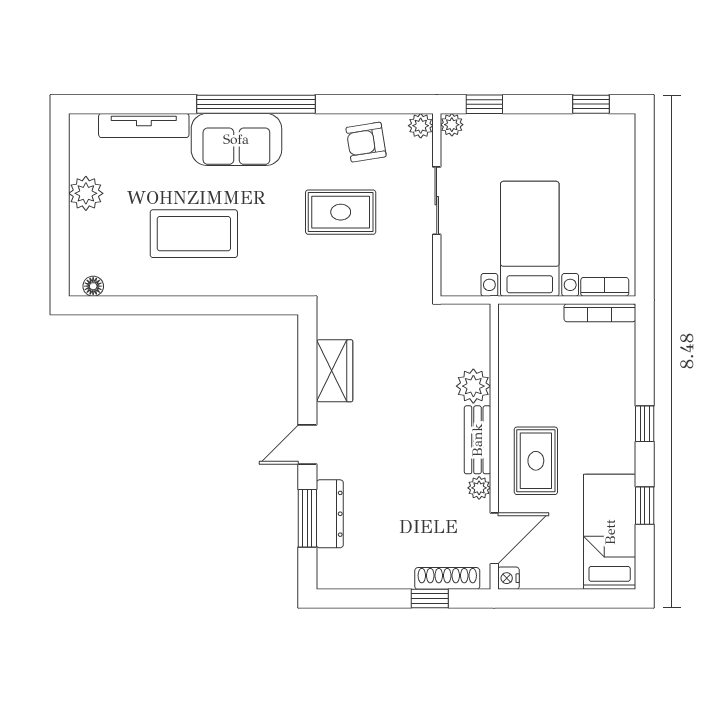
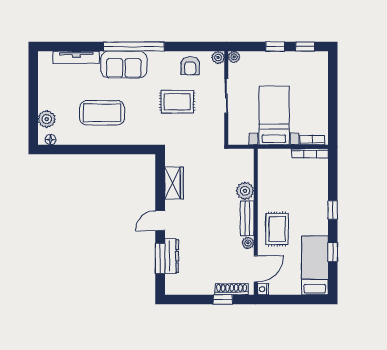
window: (484, 104) -> (275, 46), moved
armchair: (366, 142) -> (190, 66), turned -81
plant: (86, 193) -> (47, 119), moved

